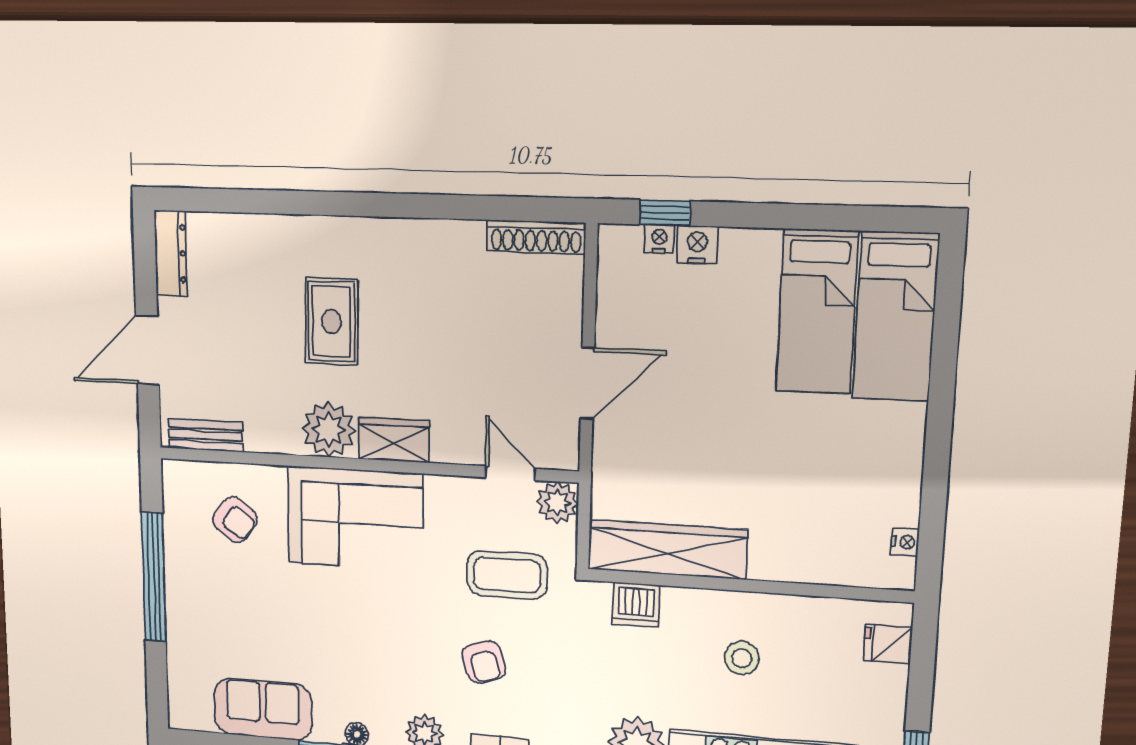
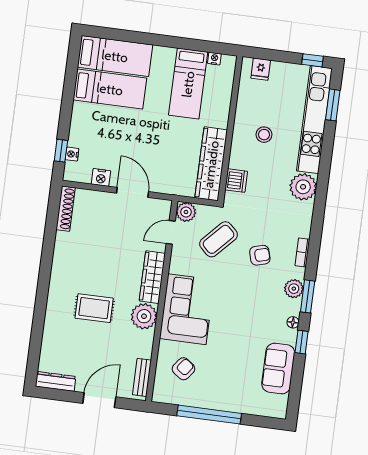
nightstand: (697, 245) -> (101, 177), moved, turned -90
door: (147, 350) -> (99, 400), swing flipped
wardrobe: (394, 440) -> (152, 277), width x1.50
bed: (843, 487) -> (188, 84), added
coffee table: (507, 575) -> (219, 239), turned 43

